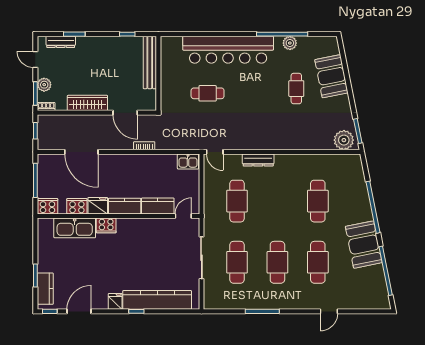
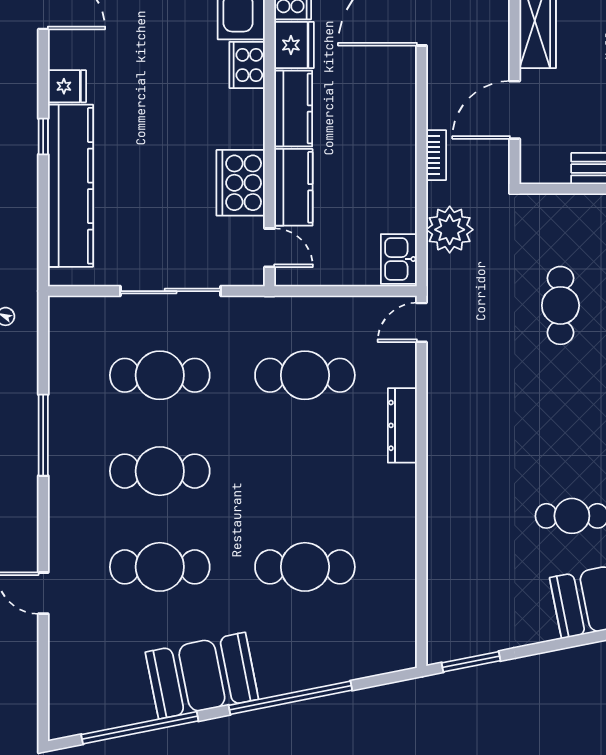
plant: (344, 140) -> (450, 230), moved
cooker: (156, 228) -> (241, 183), added

